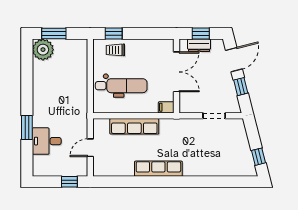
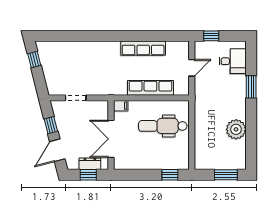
plant: (43, 50) -> (236, 129), moved
trolley: (115, 50) -> (168, 159), removed
desk: (47, 141) -> (233, 61), moved
row of seats: (158, 169) -> (143, 48), moved

